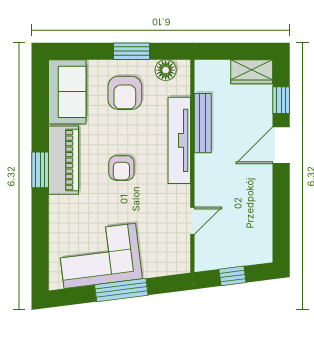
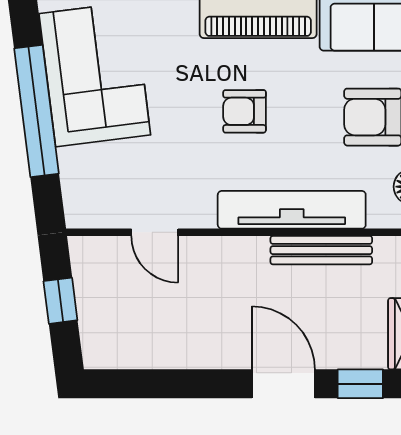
window: (121, 290) -> (37, 111), width x1.46

